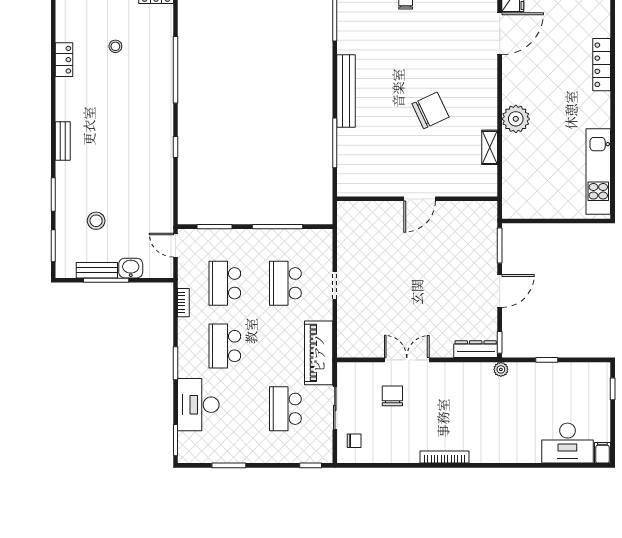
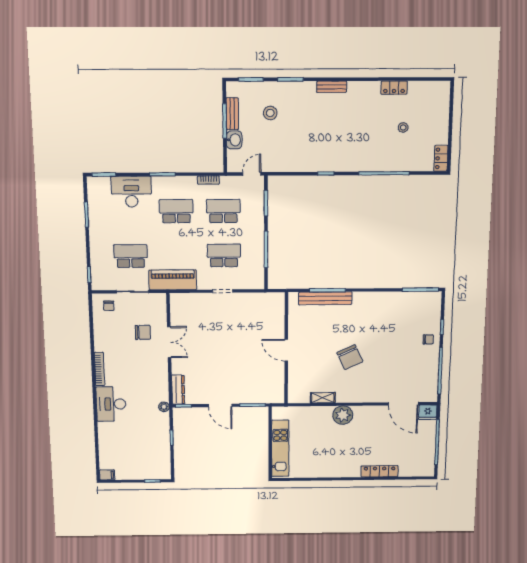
bench: (346, 91) -> (325, 298), moved
kitchen unit: (598, 172) -> (280, 448), moved, turned 90
desk: (567, 443) -> (111, 404), moved

